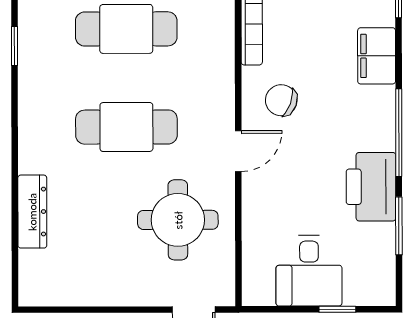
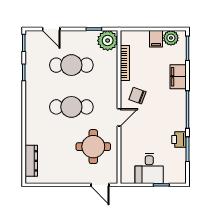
printer: (371, 187) -> (179, 139), width x0.53, depth x0.68
dresser: (32, 212) -> (31, 161), moved

